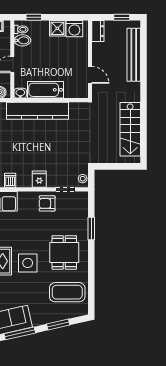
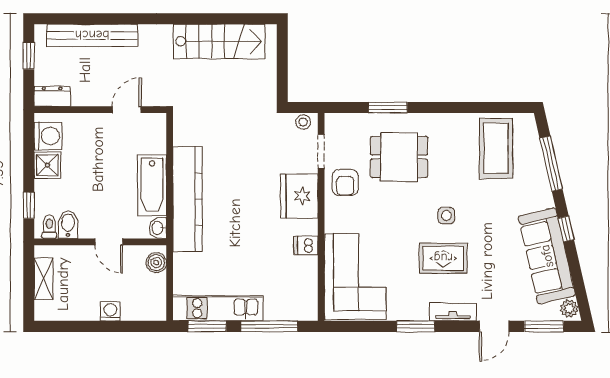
fridge: (39, 179) -> (299, 196), width x1.88, depth x1.34
dining table: (64, 252) -> (399, 157), moved
side table: (28, 263) -> (446, 216), width x0.54, depth x0.54
window: (58, 325) -> (551, 164), width x1.44
window: (20, 333) -> (566, 229), width x0.46

